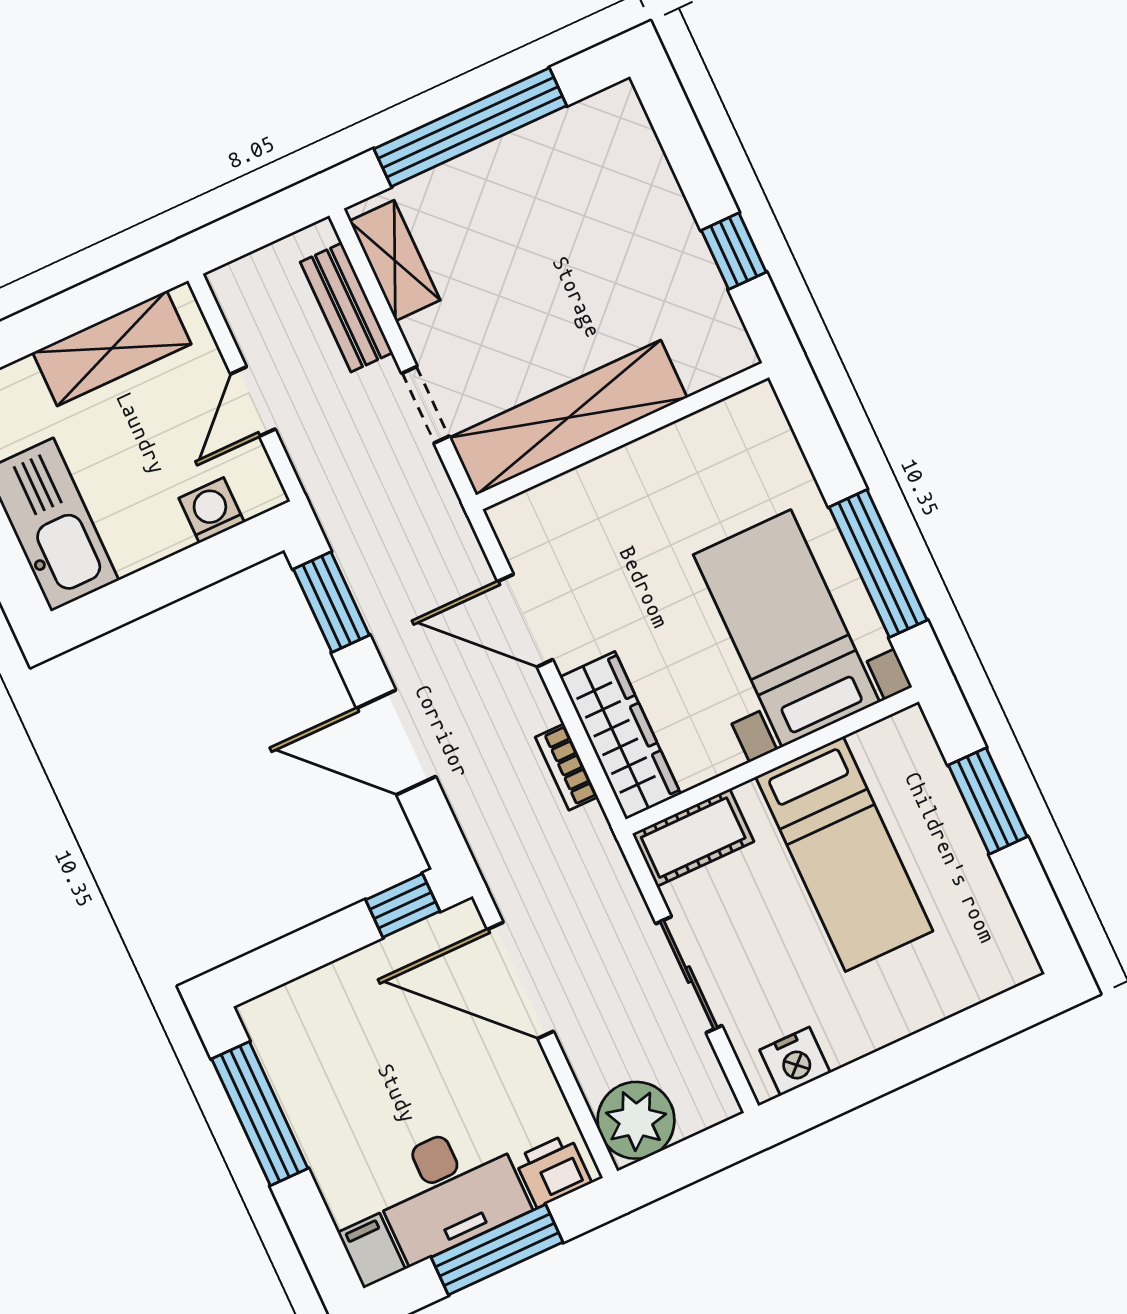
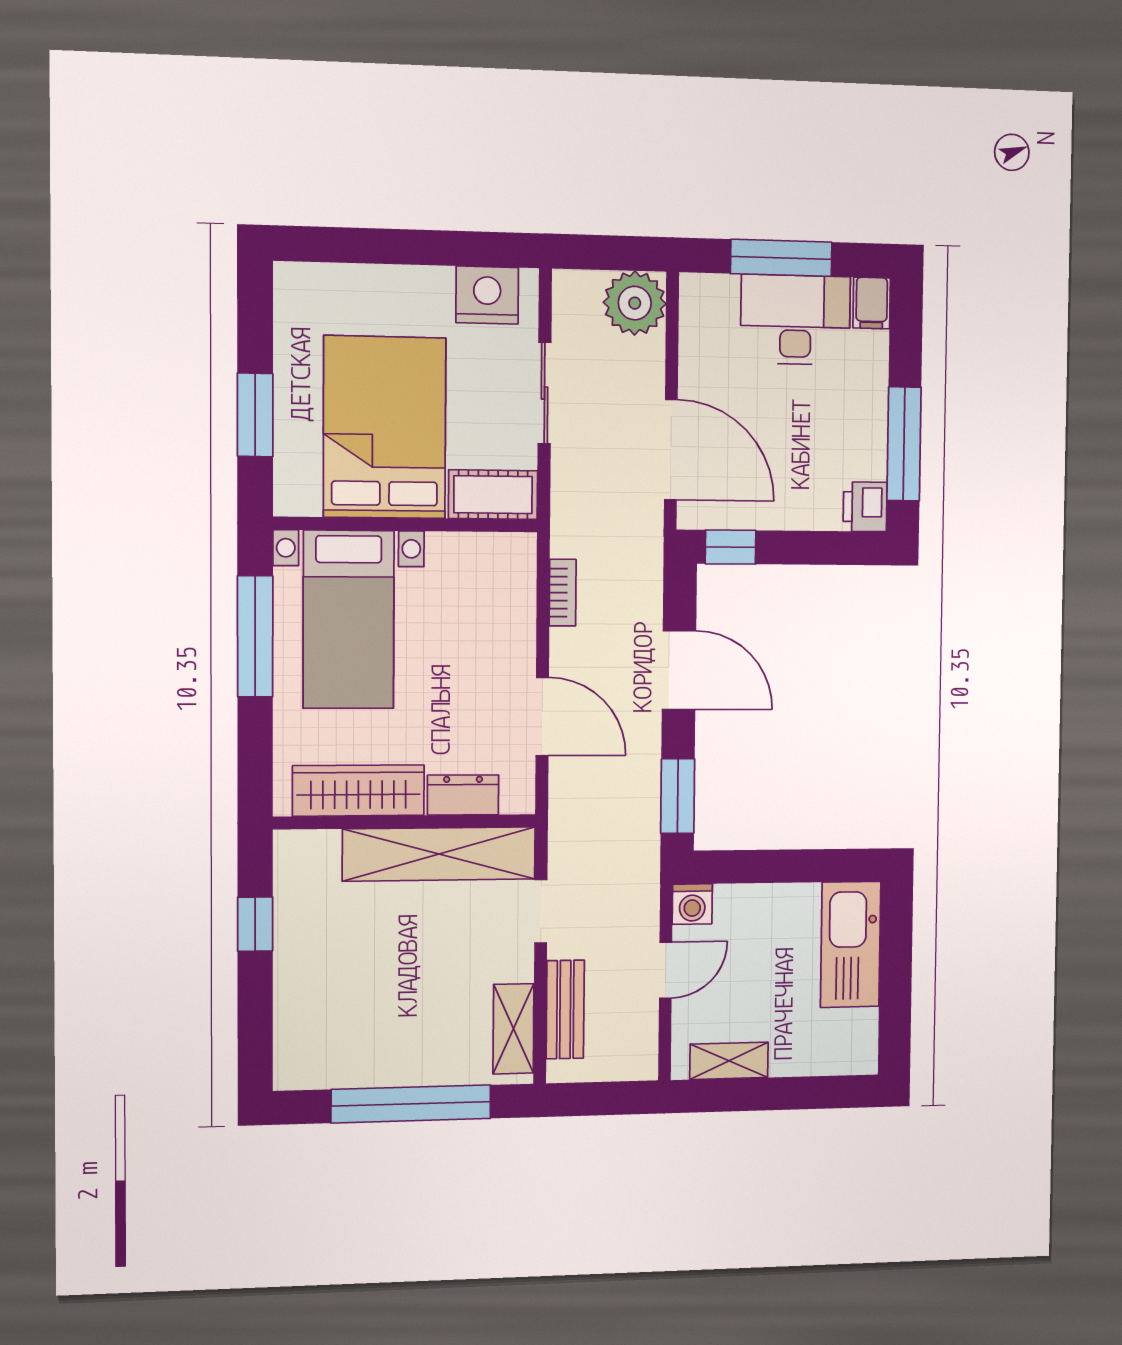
shelving: (112, 348) -> (729, 1061), width x0.67, depth x0.75
dresser: (573, 494) -> (463, 795), added
washing machine: (212, 510) -> (692, 904), moved
wardrobe: (620, 735) -> (358, 791), moved, turned 90
bed: (844, 854) -> (385, 427), width x1.50
nightstand: (795, 1061) -> (487, 295), width x1.36, depth x1.33
printer: (553, 1171) -> (865, 507), moved, turned 90

